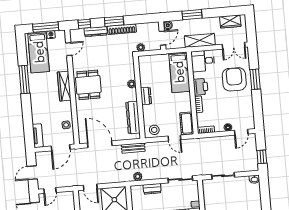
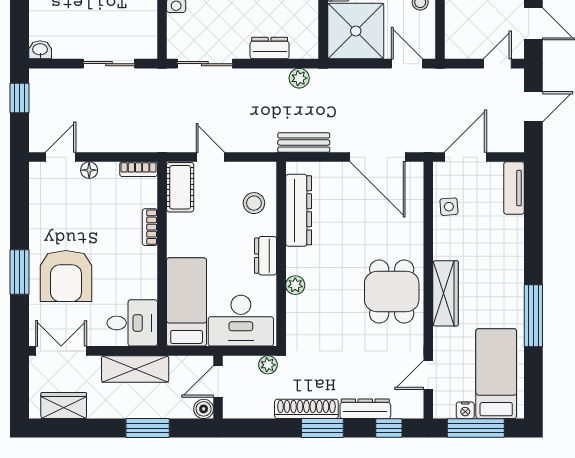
desk: (154, 66) -> (241, 321), added
printer: (201, 87) -> (142, 266), removed
stool: (154, 130) -> (254, 203), moved

